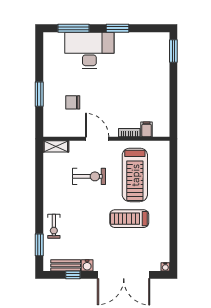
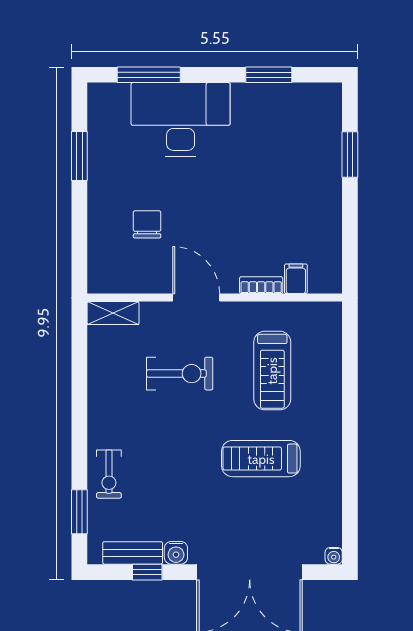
window: (118, 28) -> (269, 75), moved
window: (173, 51) -> (350, 155), moved
window: (39, 94) -> (79, 156), moved
chair: (73, 102) -> (147, 224), turned 90
treadmill: (135, 175) -> (272, 371), width x0.73, depth x0.73

